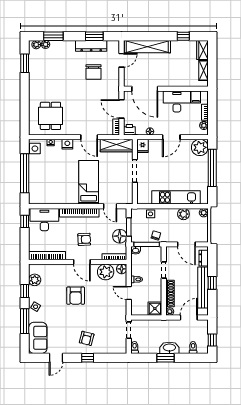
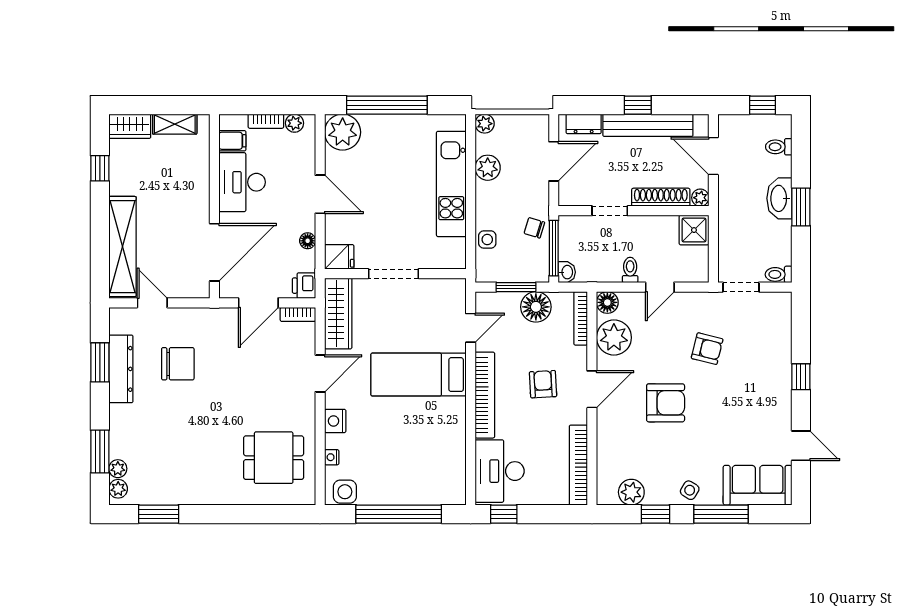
armchair: (87, 338) -> (707, 349), moved

